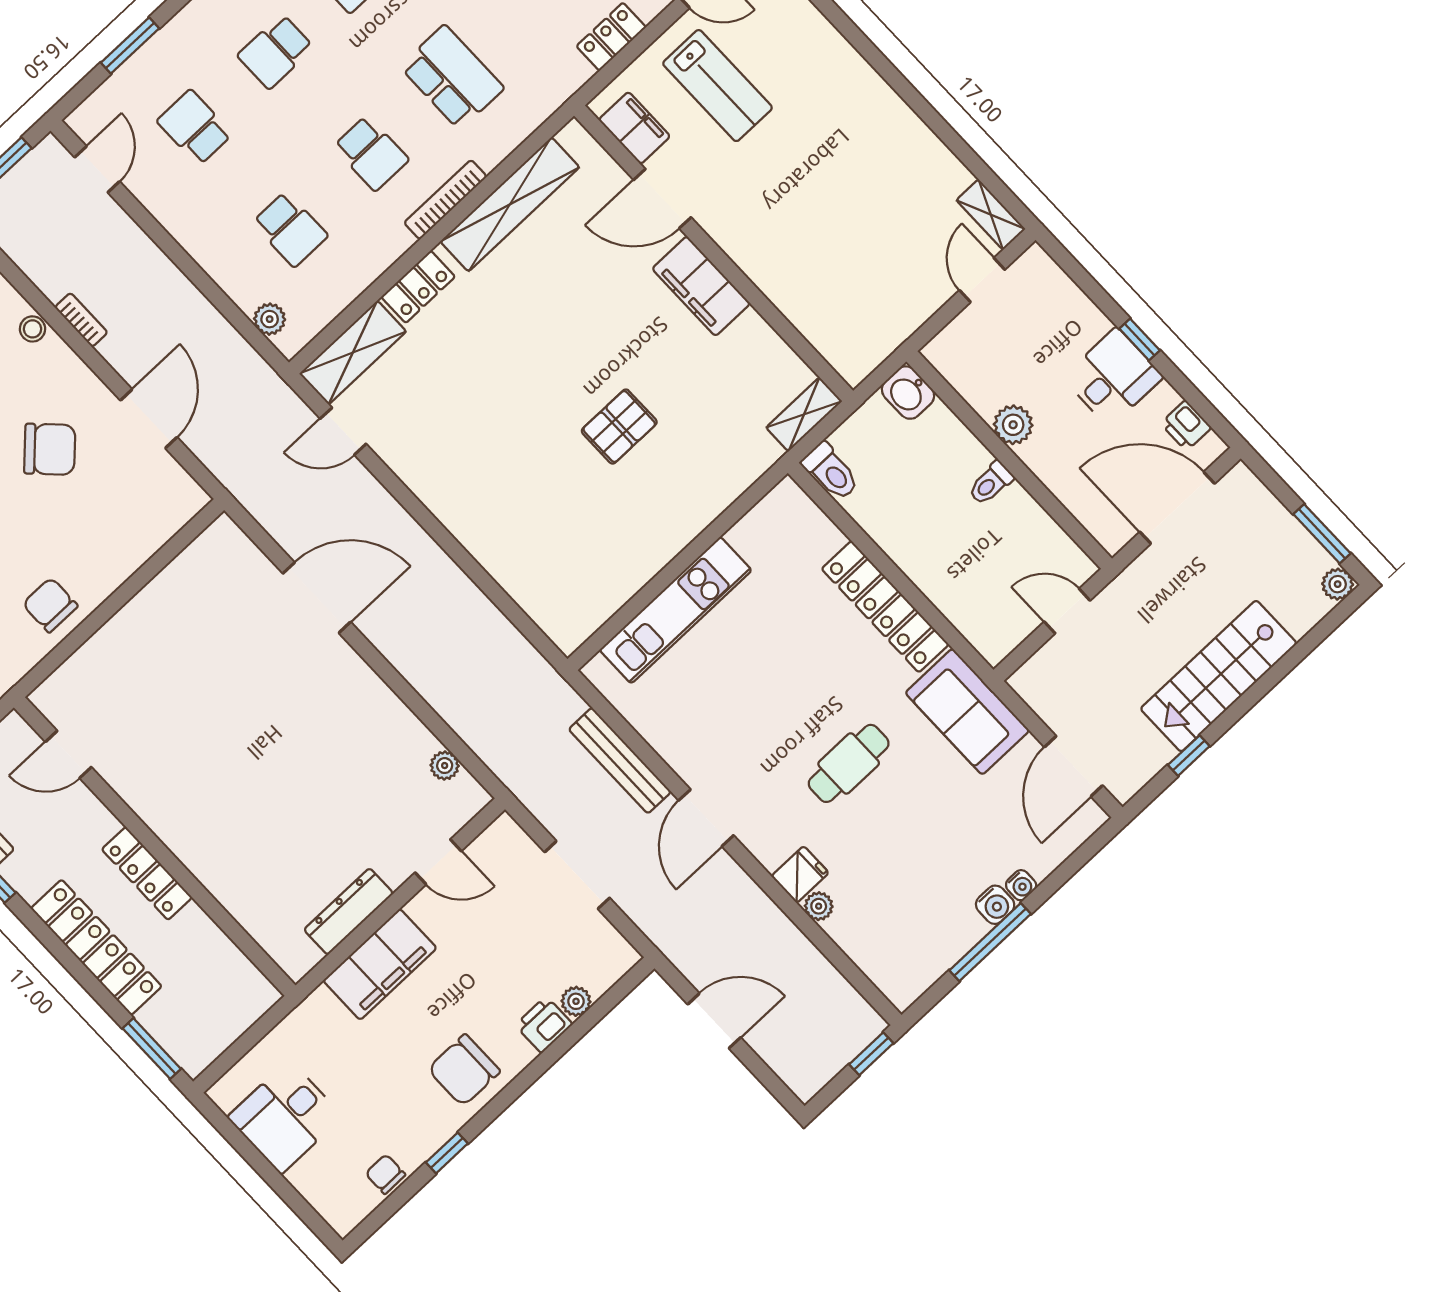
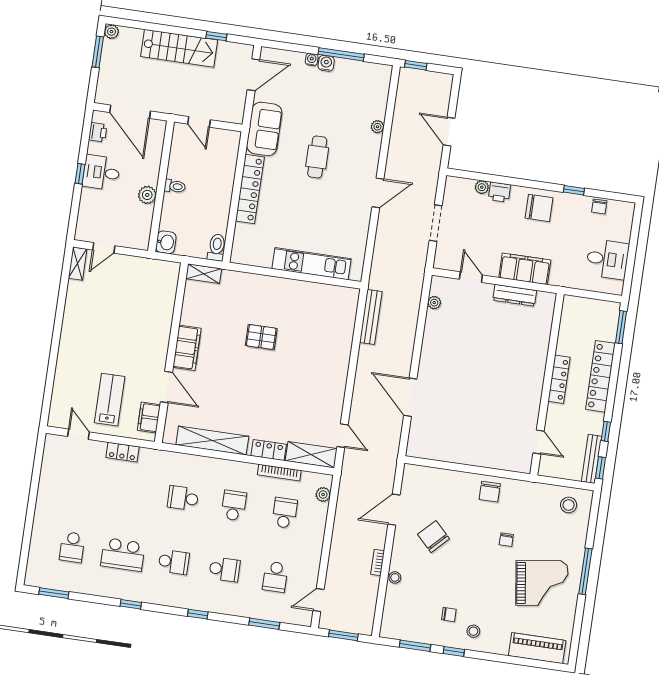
school desk: (452, 77) -> (183, 498), width x0.54
bookcase: (445, 200) -> (279, 473), moved
bench: (620, 761) -> (371, 317), moved
cafe table: (849, 763) -> (317, 157), turned 90
fridge: (800, 874) -> (371, 143), removed

